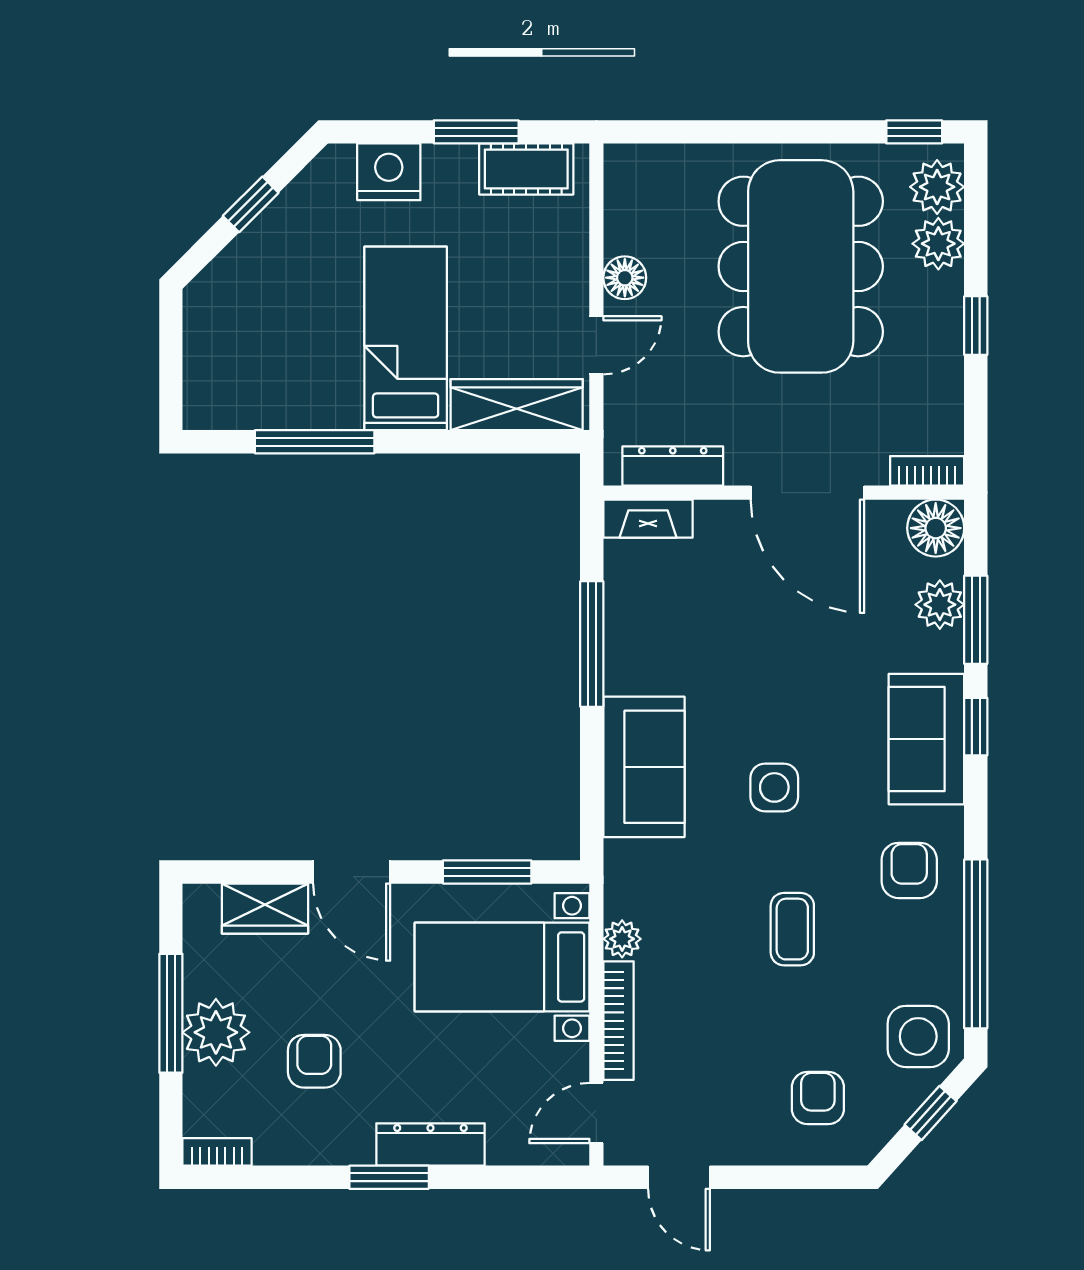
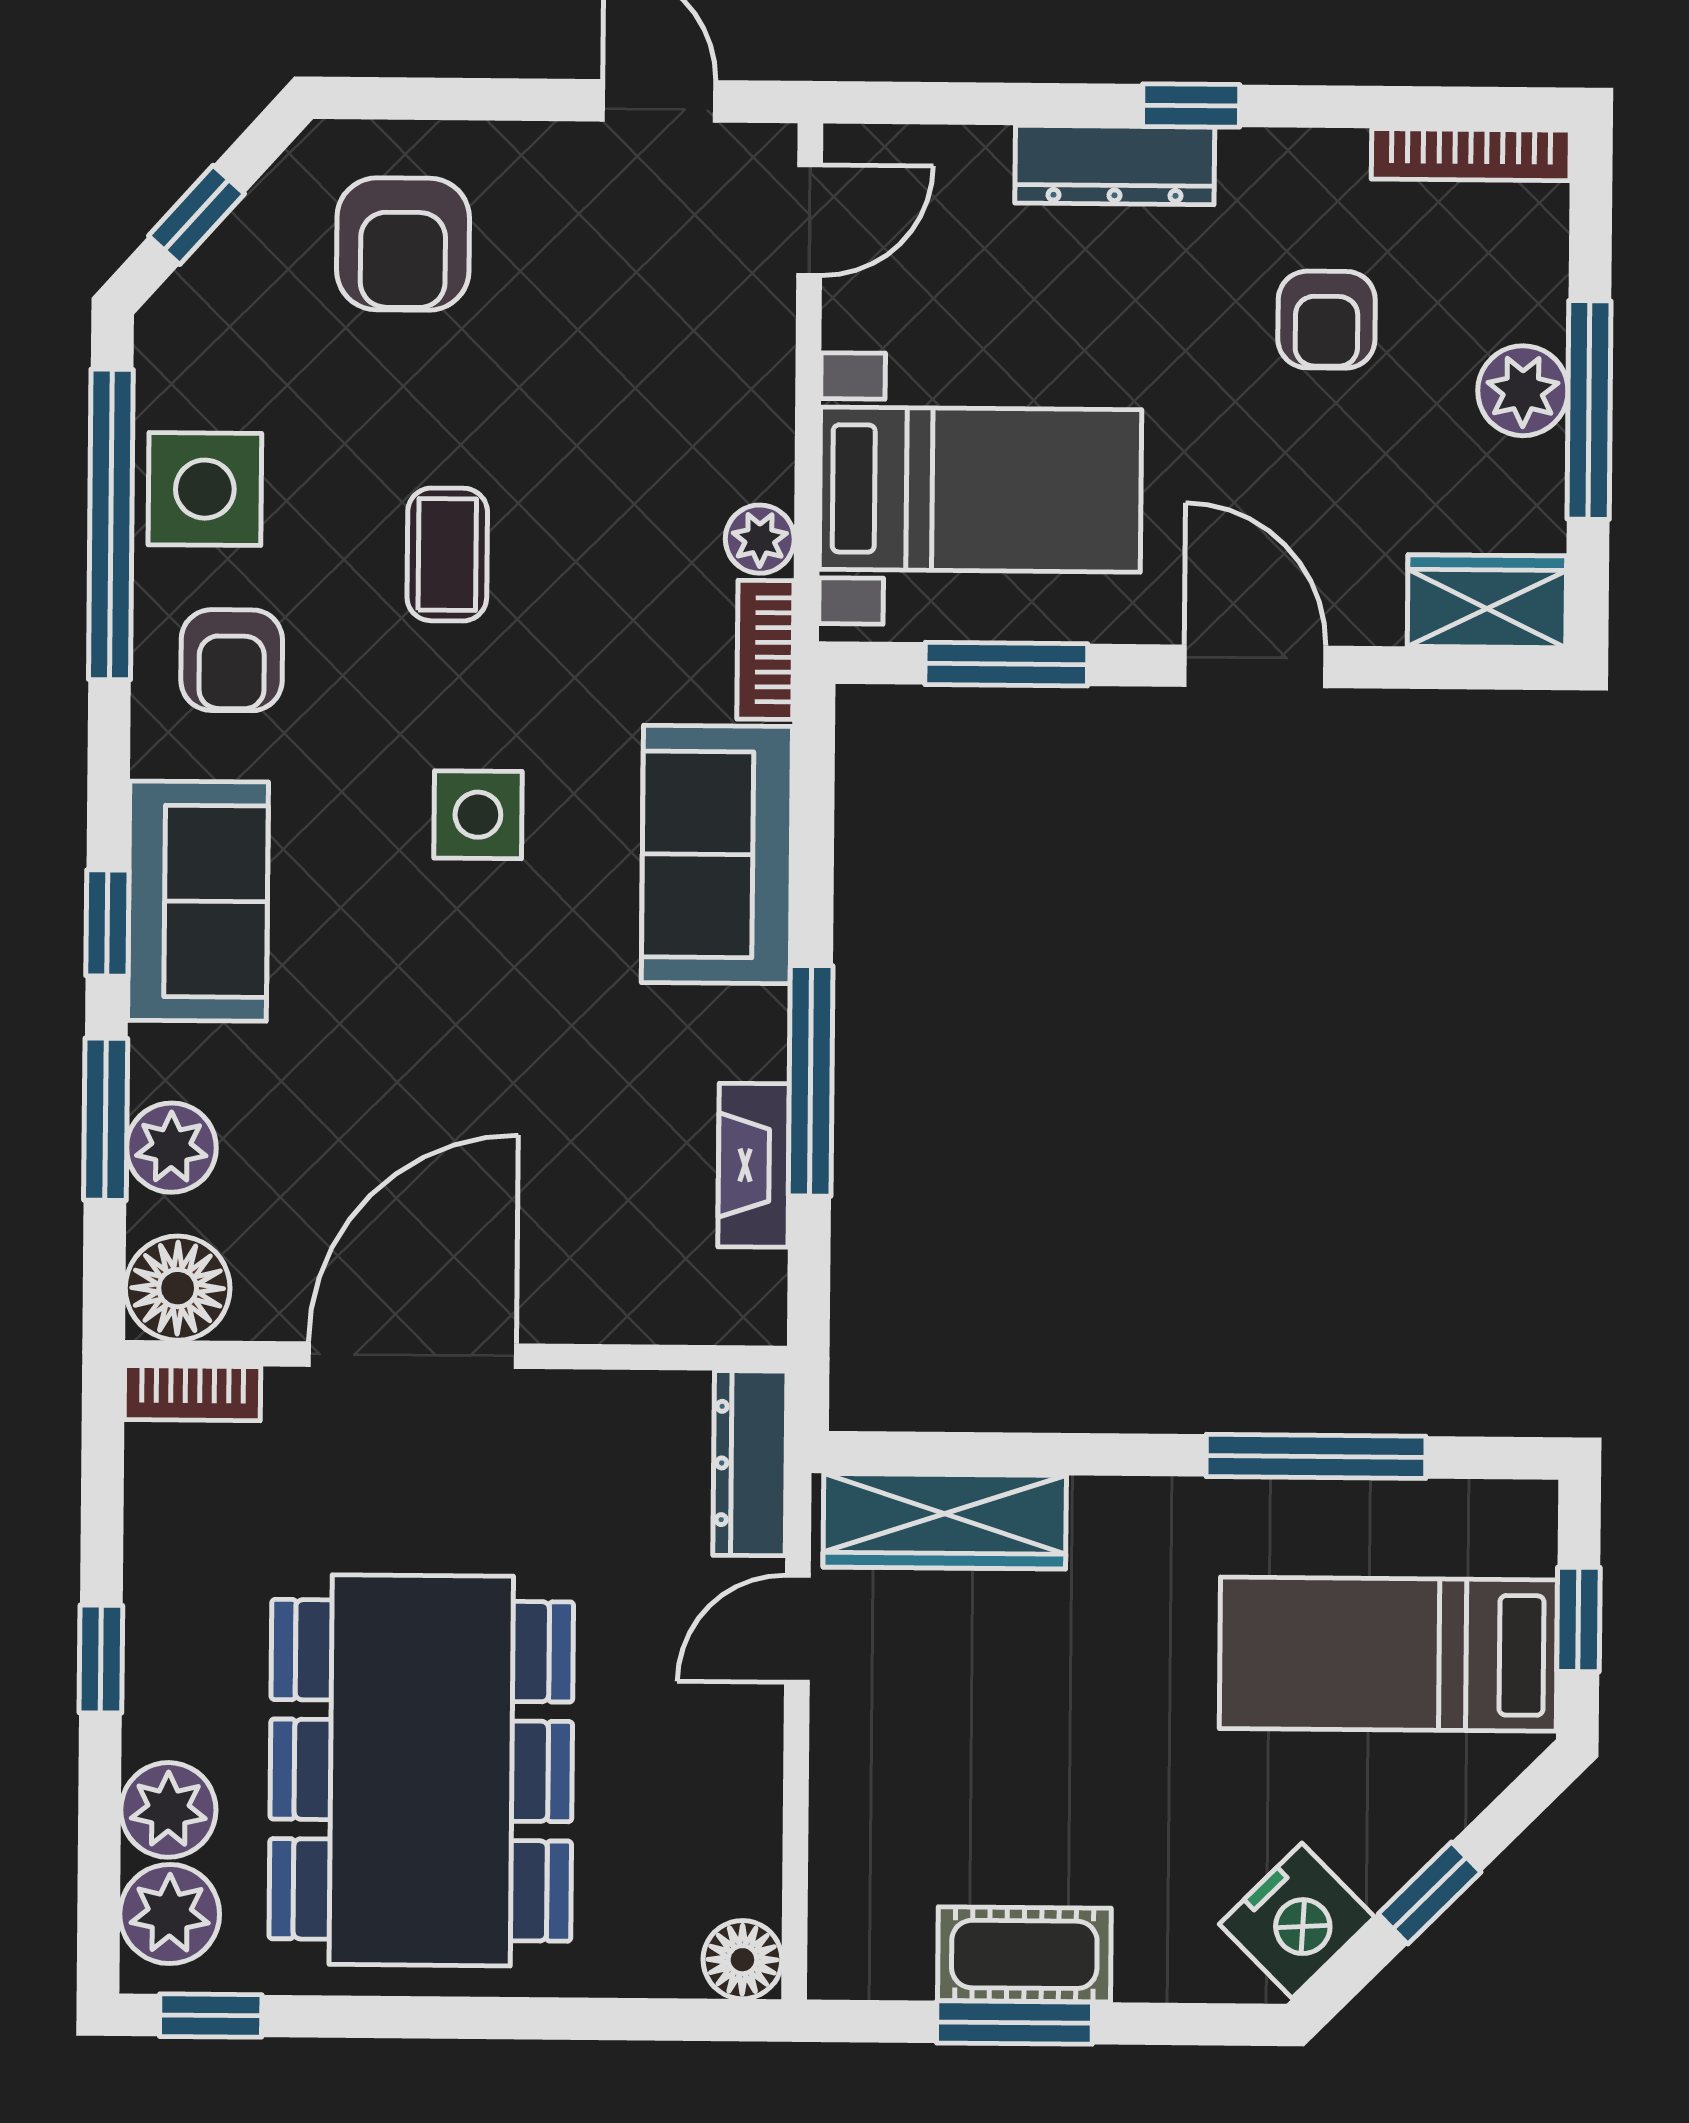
cot: (526, 169) -> (1024, 1954), moved
nightstand: (389, 172) -> (1297, 1921), moved, turned -45
floor lamp: (625, 278) -> (742, 1960), moved
bed: (406, 338) -> (1388, 1654), moved, turned 90
window: (171, 354) -> (1578, 1619), added
dresser: (673, 466) -> (750, 1463), moved, turned 90
door: (807, 493) -> (412, 1355), hinge flipped
fireplace: (648, 519) -> (754, 1165), moved, turned -90
wardrobe: (265, 909) -> (1487, 601), moved
bookcase: (619, 1021) -> (765, 650), moved, width x0.64
plant: (216, 1032) -> (1523, 391), width x0.73, depth x0.73
side table: (918, 1036) -> (205, 489), moved
armchair: (818, 1098) -> (403, 244), width x1.38, depth x1.38
bookcase: (217, 1152) -> (1471, 155), width x1.56
window: (389, 1177) -> (1191, 105), width x0.67

